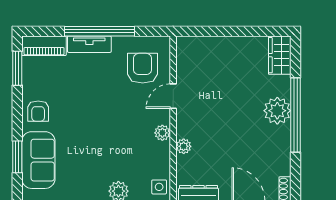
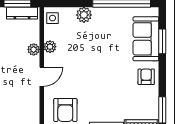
door: (173, 96) -> (42, 77), moved
plant: (162, 133) -> (50, 47), moved

